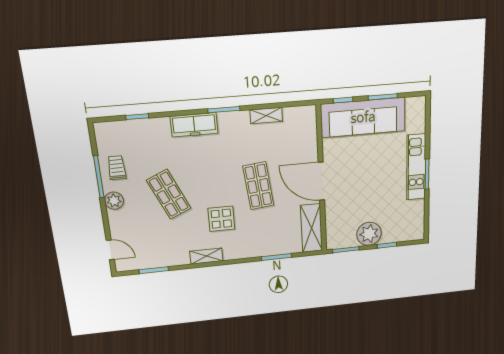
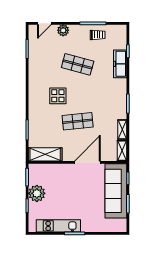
freezer: (194, 125) -> (120, 64), moved
kitchen unit: (416, 167) -> (58, 226), moved
door: (321, 181) -> (87, 162), moved
shop shelf: (169, 194) -> (78, 64), turned 39
plant: (114, 201) -> (63, 30), moved
shelving: (206, 256) -> (122, 151), moved

